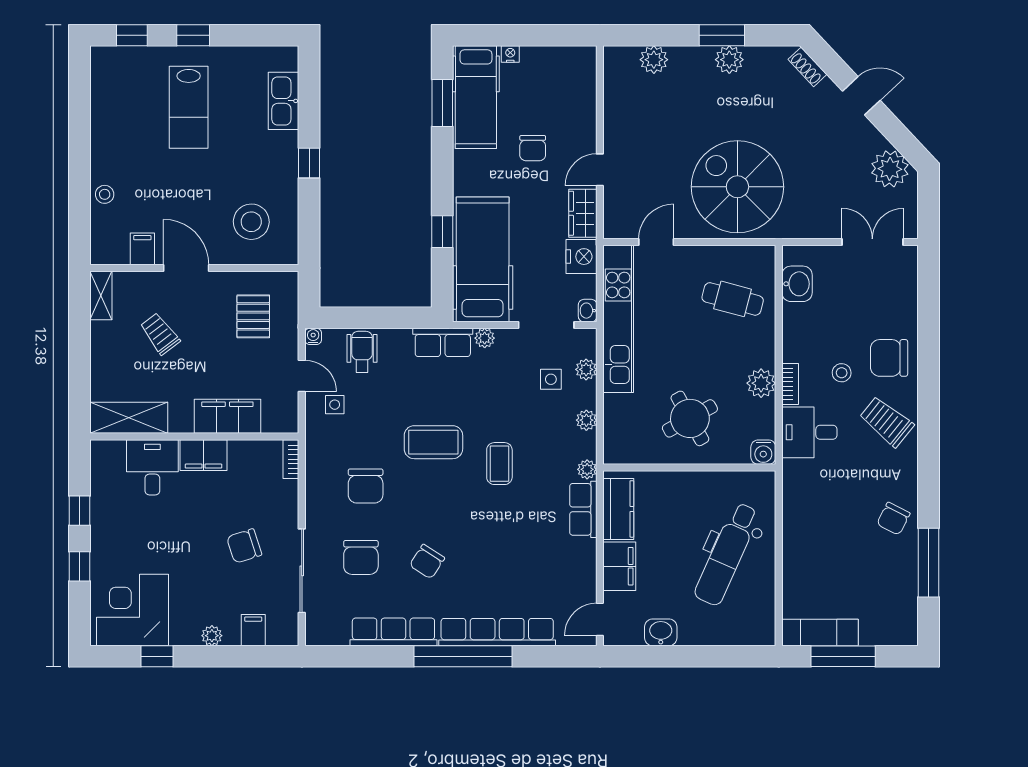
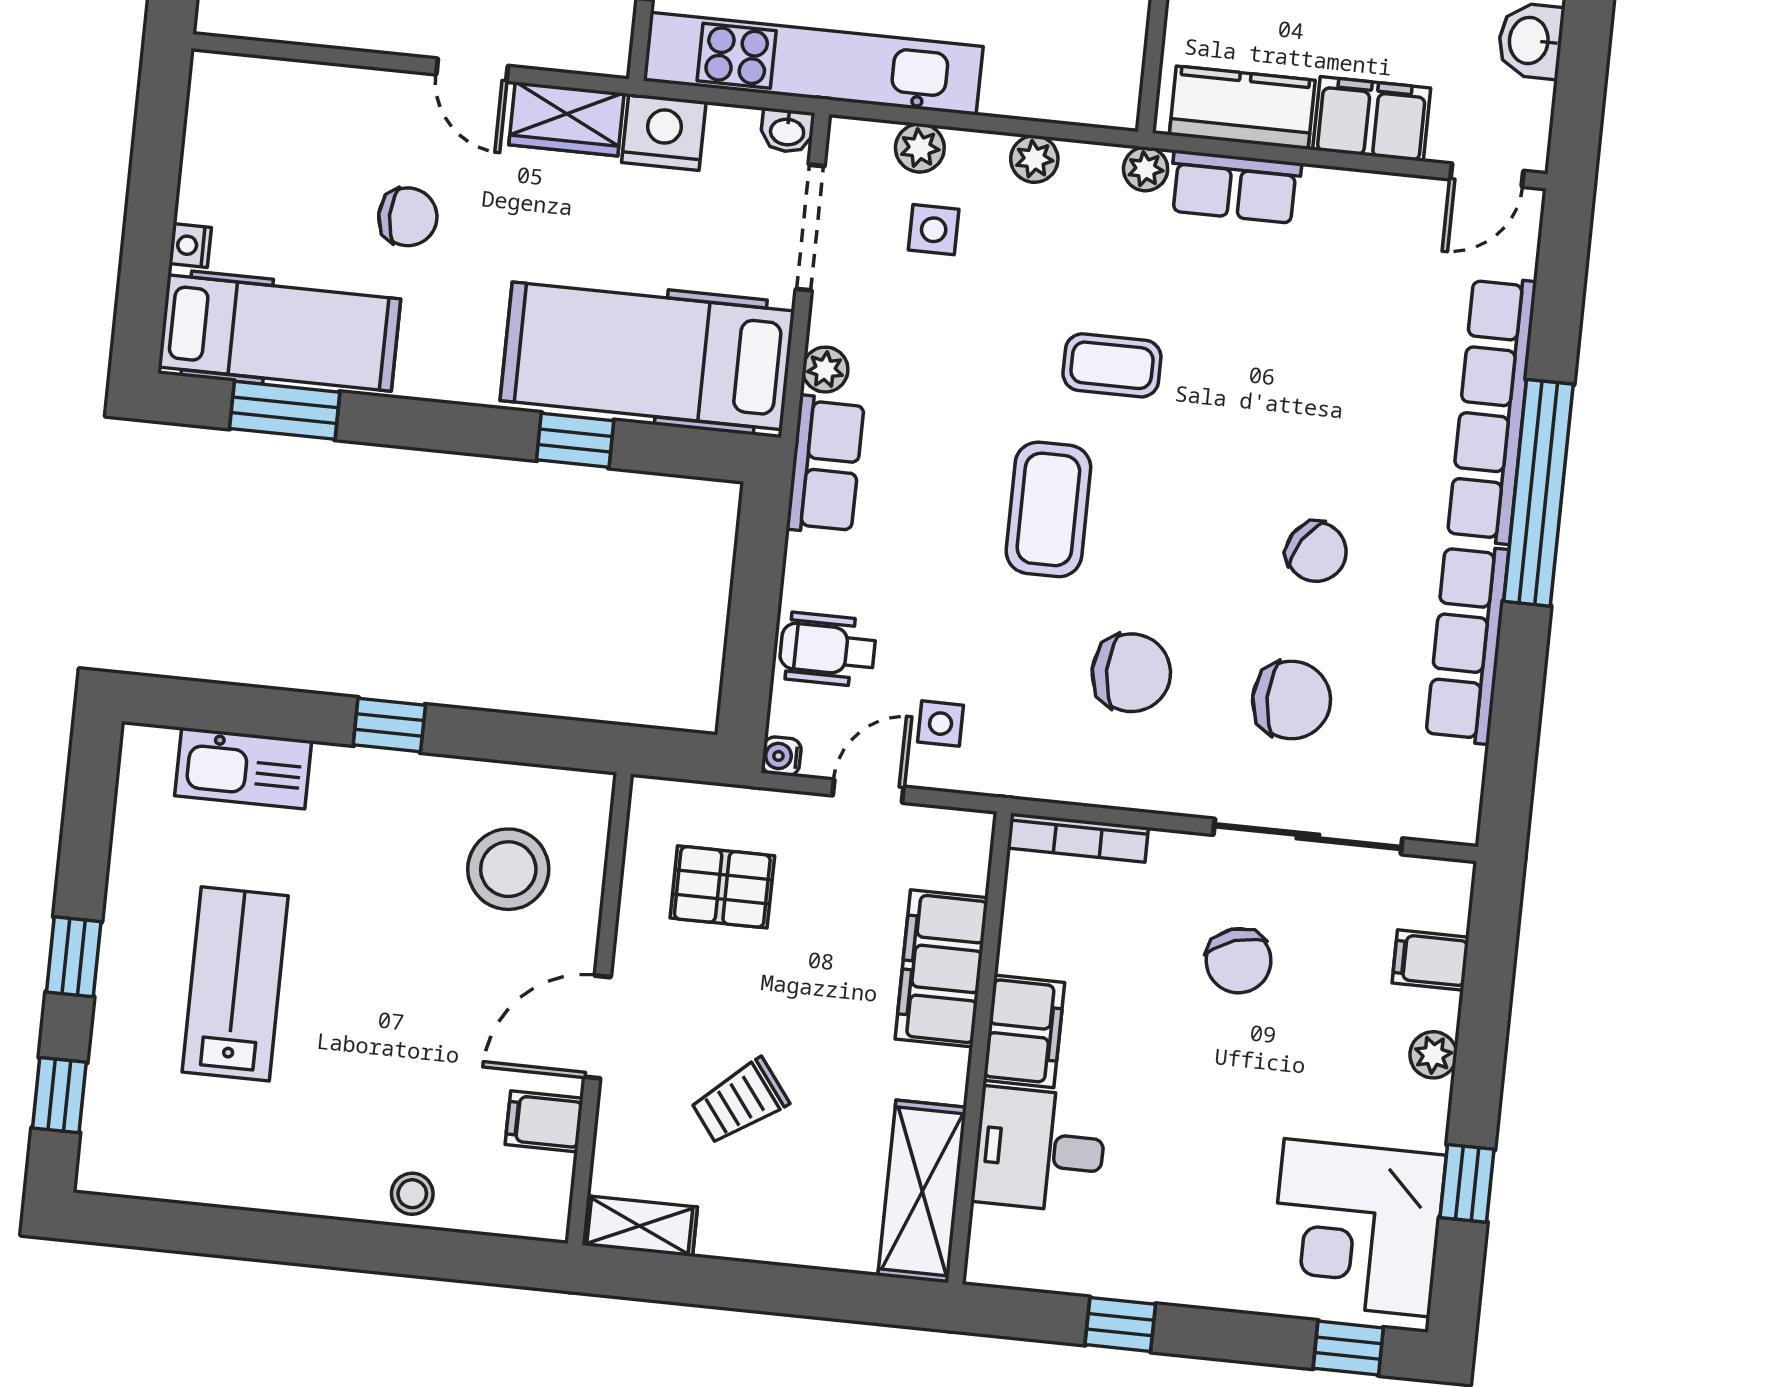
lab bench: (189, 107) -> (235, 984), turned -90
bookcase: (291, 459) -> (1078, 838), width x1.56
window: (79, 566) -> (1348, 1348), moved
door: (600, 619) -> (1487, 175), hinge flipped

